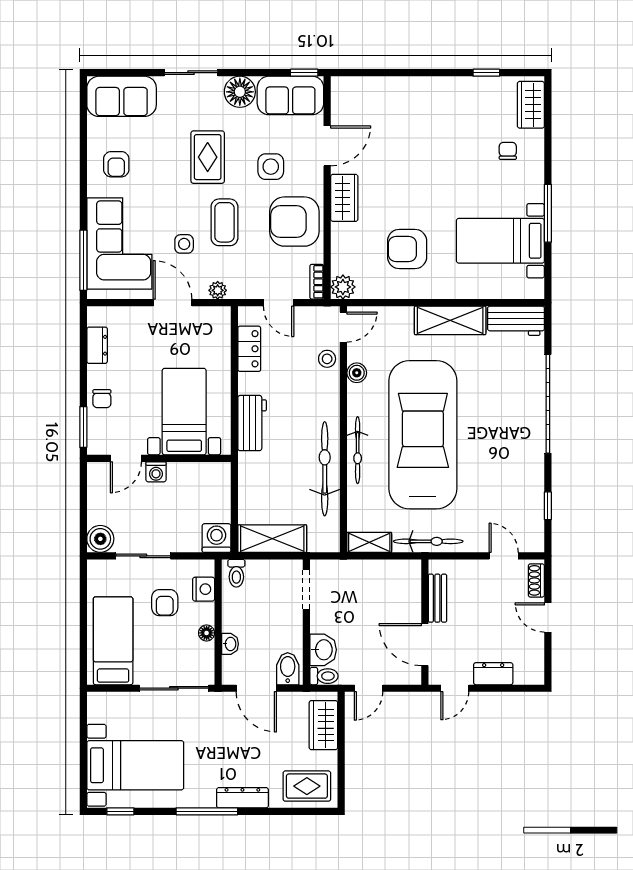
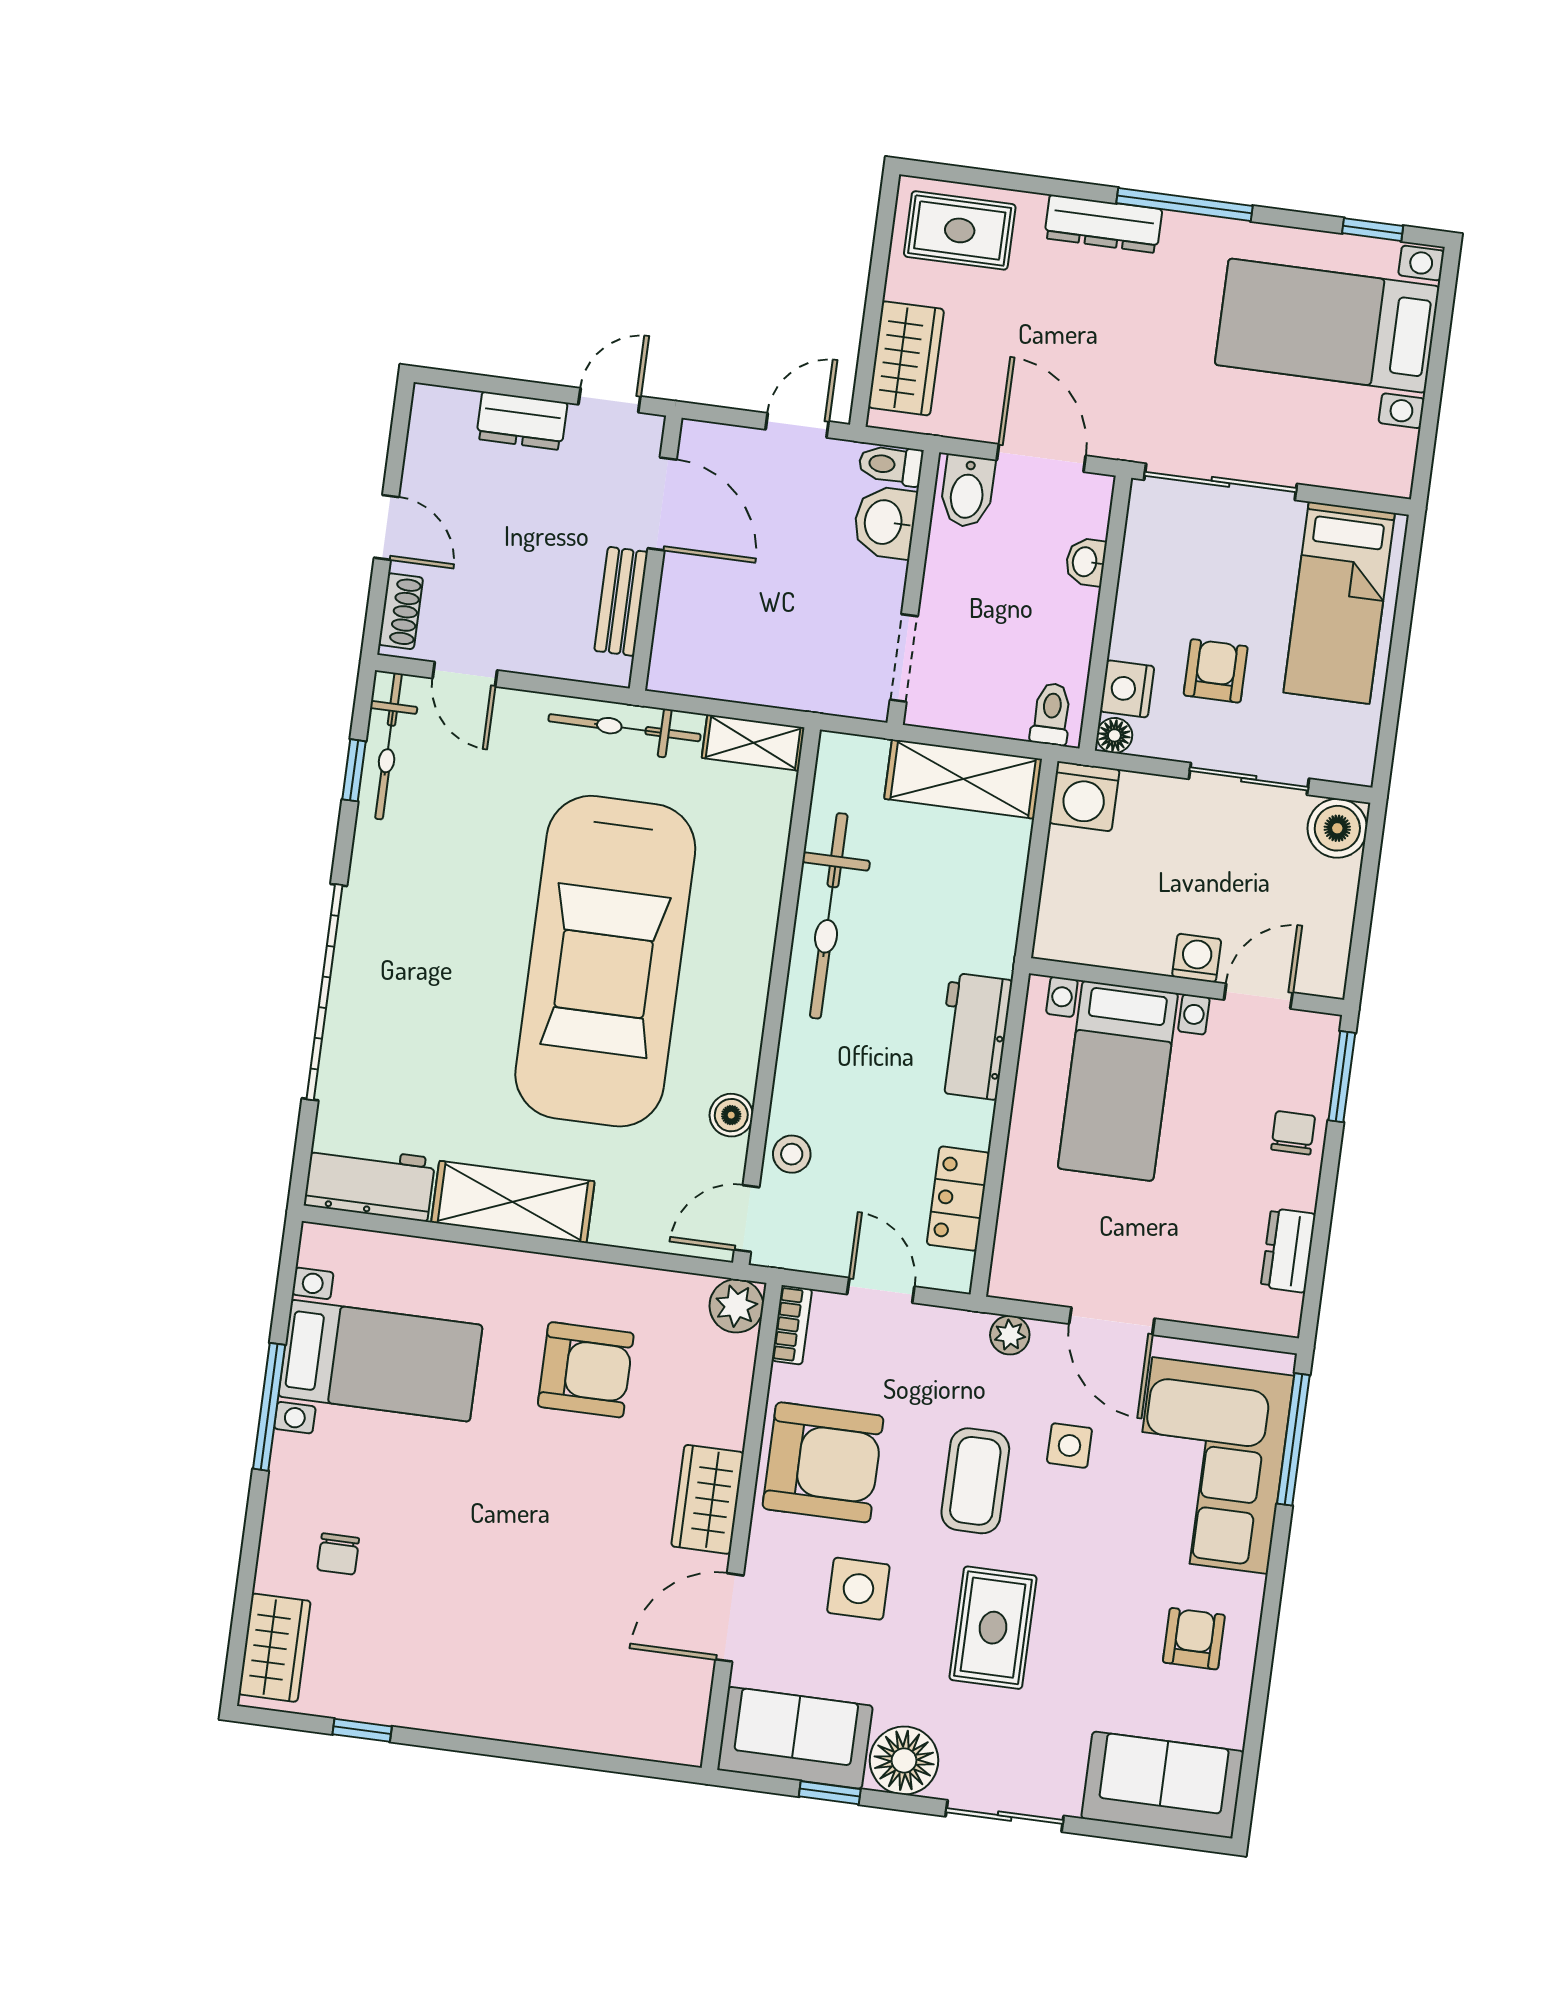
window: (304, 73) -> (830, 1793), moved
bicycle: (358, 450) -> (389, 746), moved, turned 180
floor lamp: (207, 633) -> (1114, 735), moved

